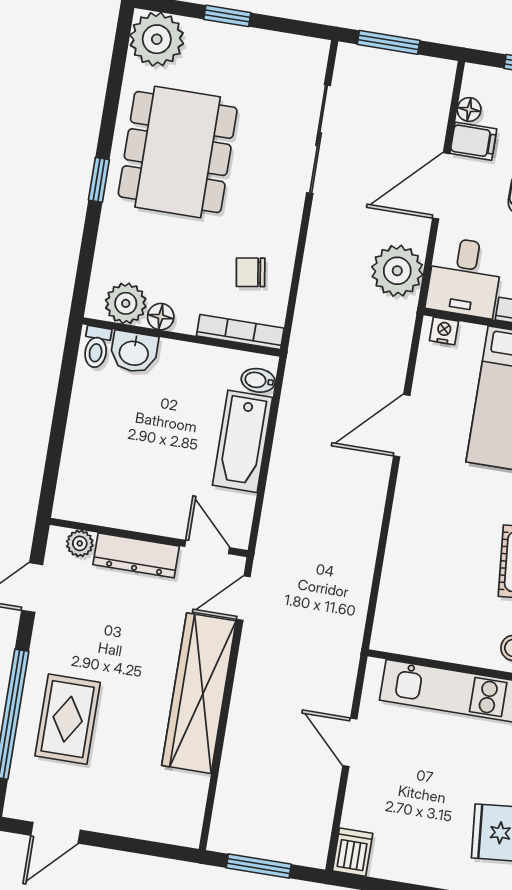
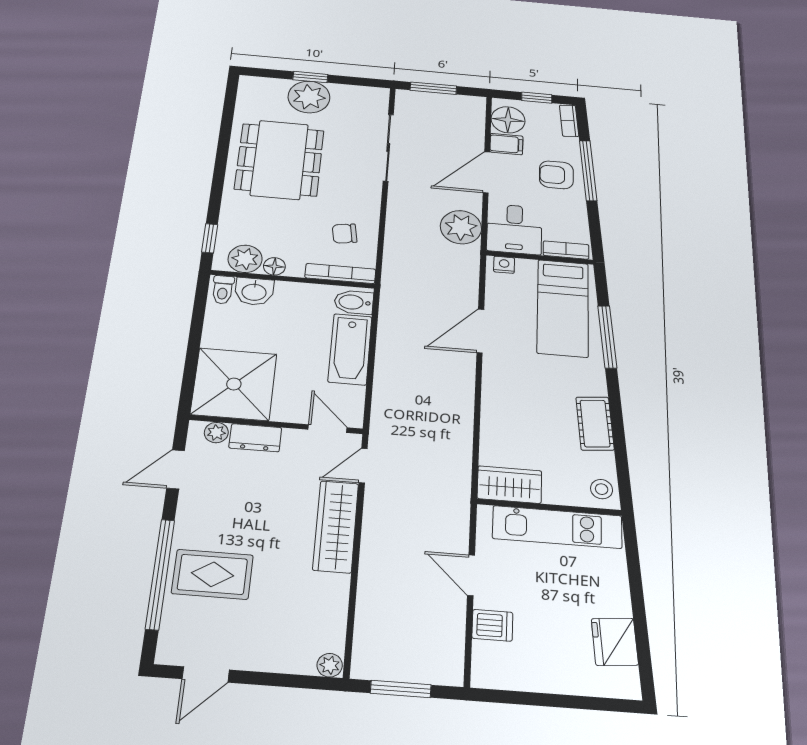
plant: (157, 39) -> (309, 97), moved
floor lamp: (469, 109) -> (508, 120), width x1.89, depth x1.89
window: (99, 180) -> (210, 238), moved
bidet: (258, 380) -> (354, 302), width x1.38, depth x1.36
shower: (103, 480) -> (234, 384), added
dresser: (136, 555) -> (255, 438), width x0.70
wardrobe: (408, 634) -> (509, 485), added
wardrobe: (199, 693) -> (336, 526), width x0.71, depth x0.85
rug: (68, 719) -> (212, 574), turned 90
plant: (186, 833) -> (330, 665), added
dishwasher: (353, 852) -> (492, 625), moved, turned 90

